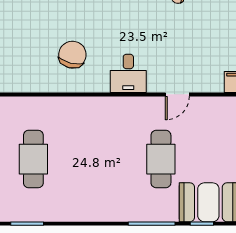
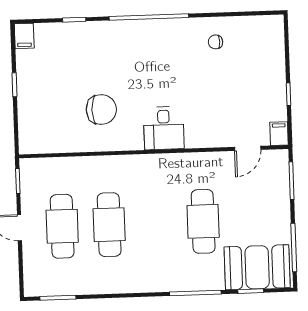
chair: (72, 55) -> (101, 110), turned 76
door: (177, 94) -> (248, 148), moved
cafe table: (76, 159) -> (109, 225), added

